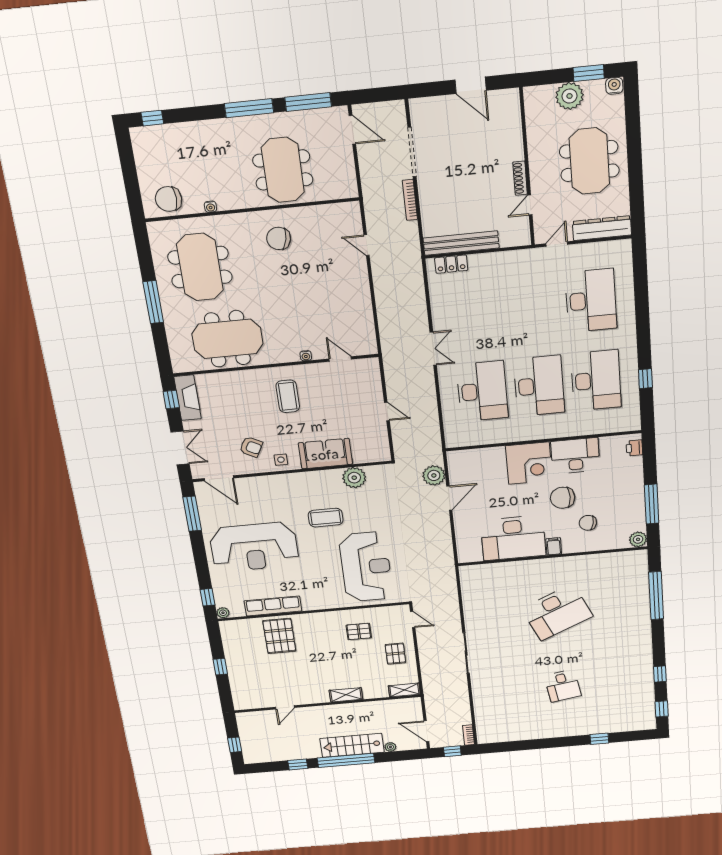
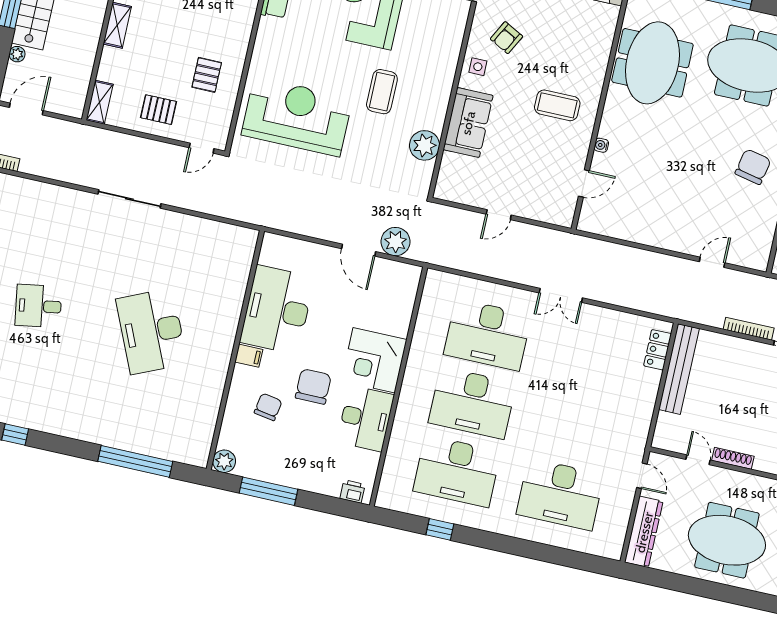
reception desk: (366, 567) -> (297, 117), turned 180

